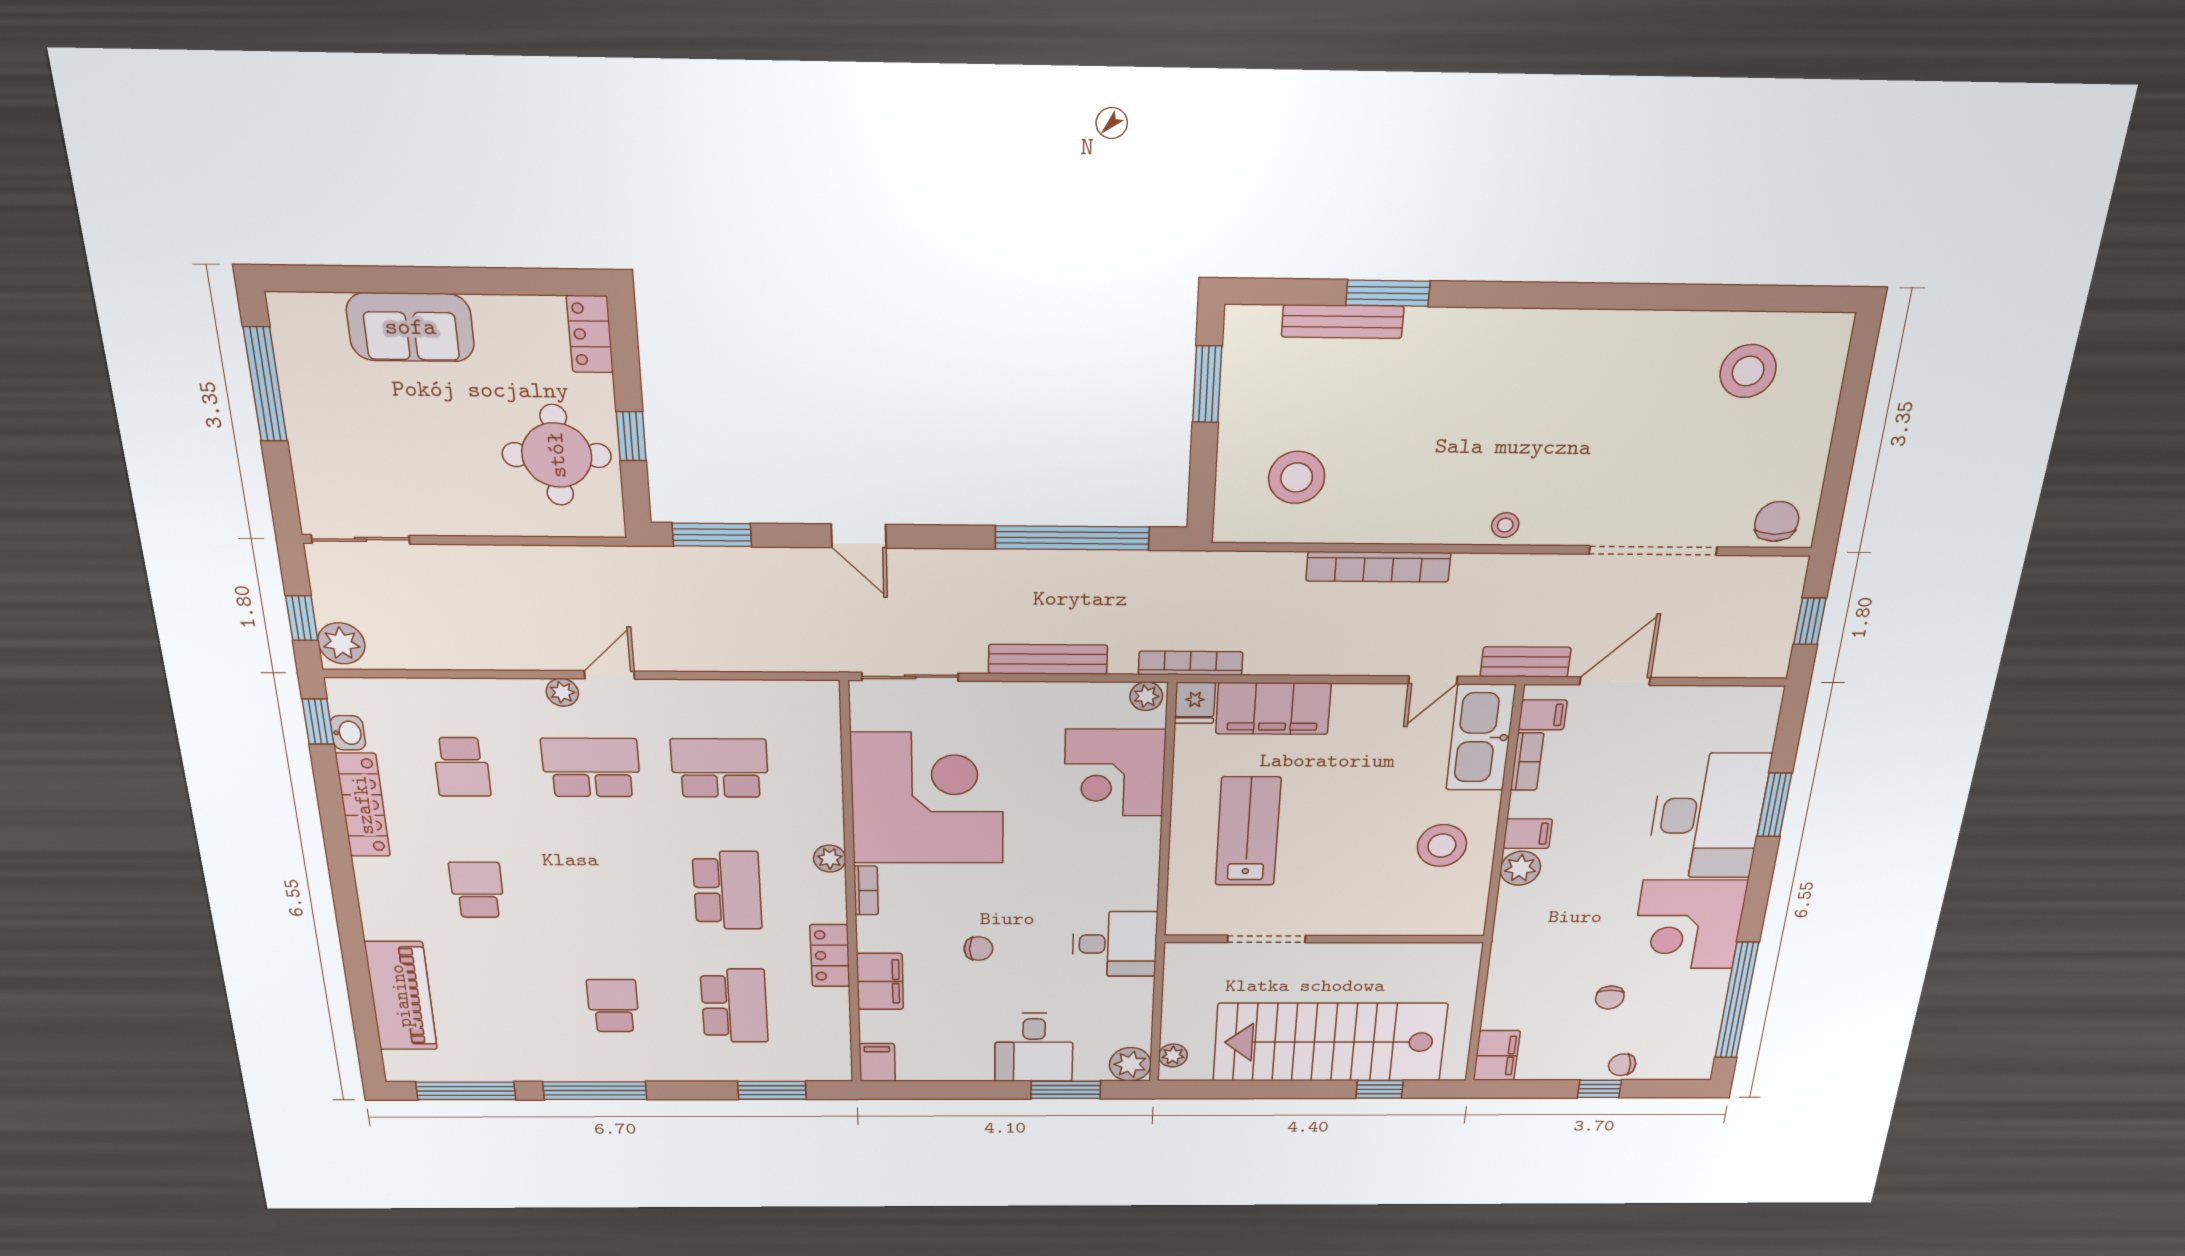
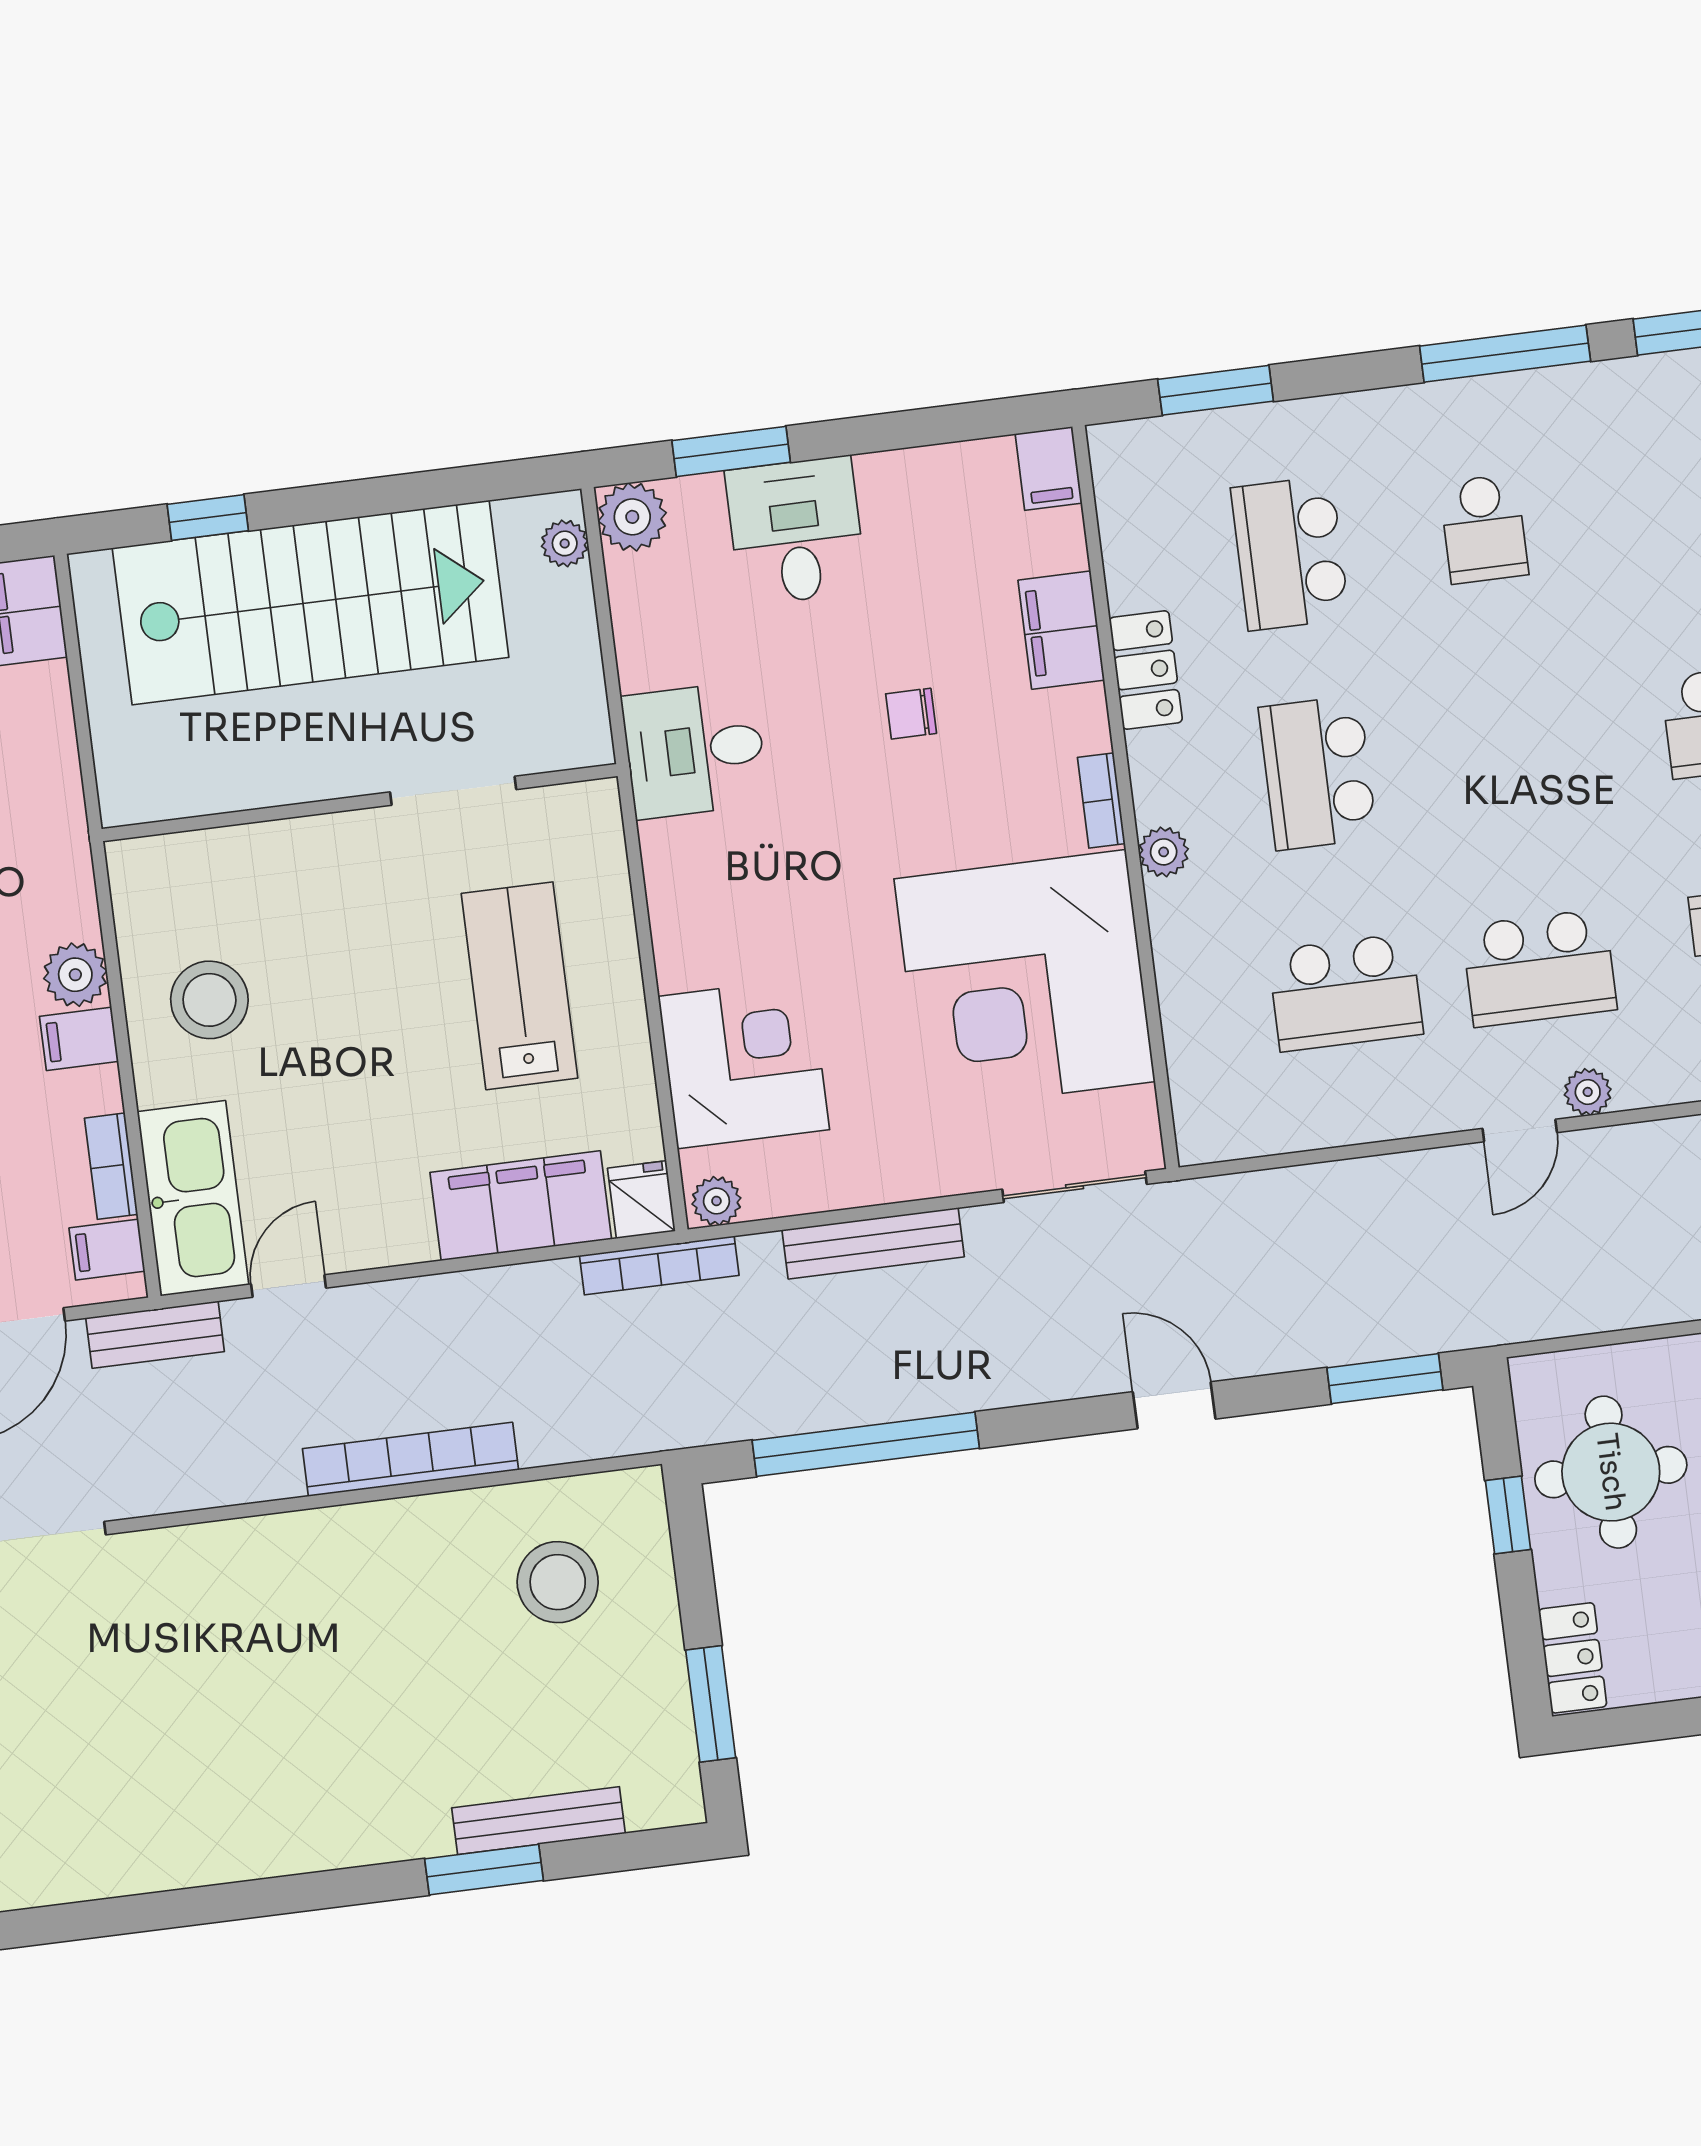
stool: (1505, 525) -> (239, 1550), removed
lab bench: (1248, 831) -> (519, 986), turned 180

